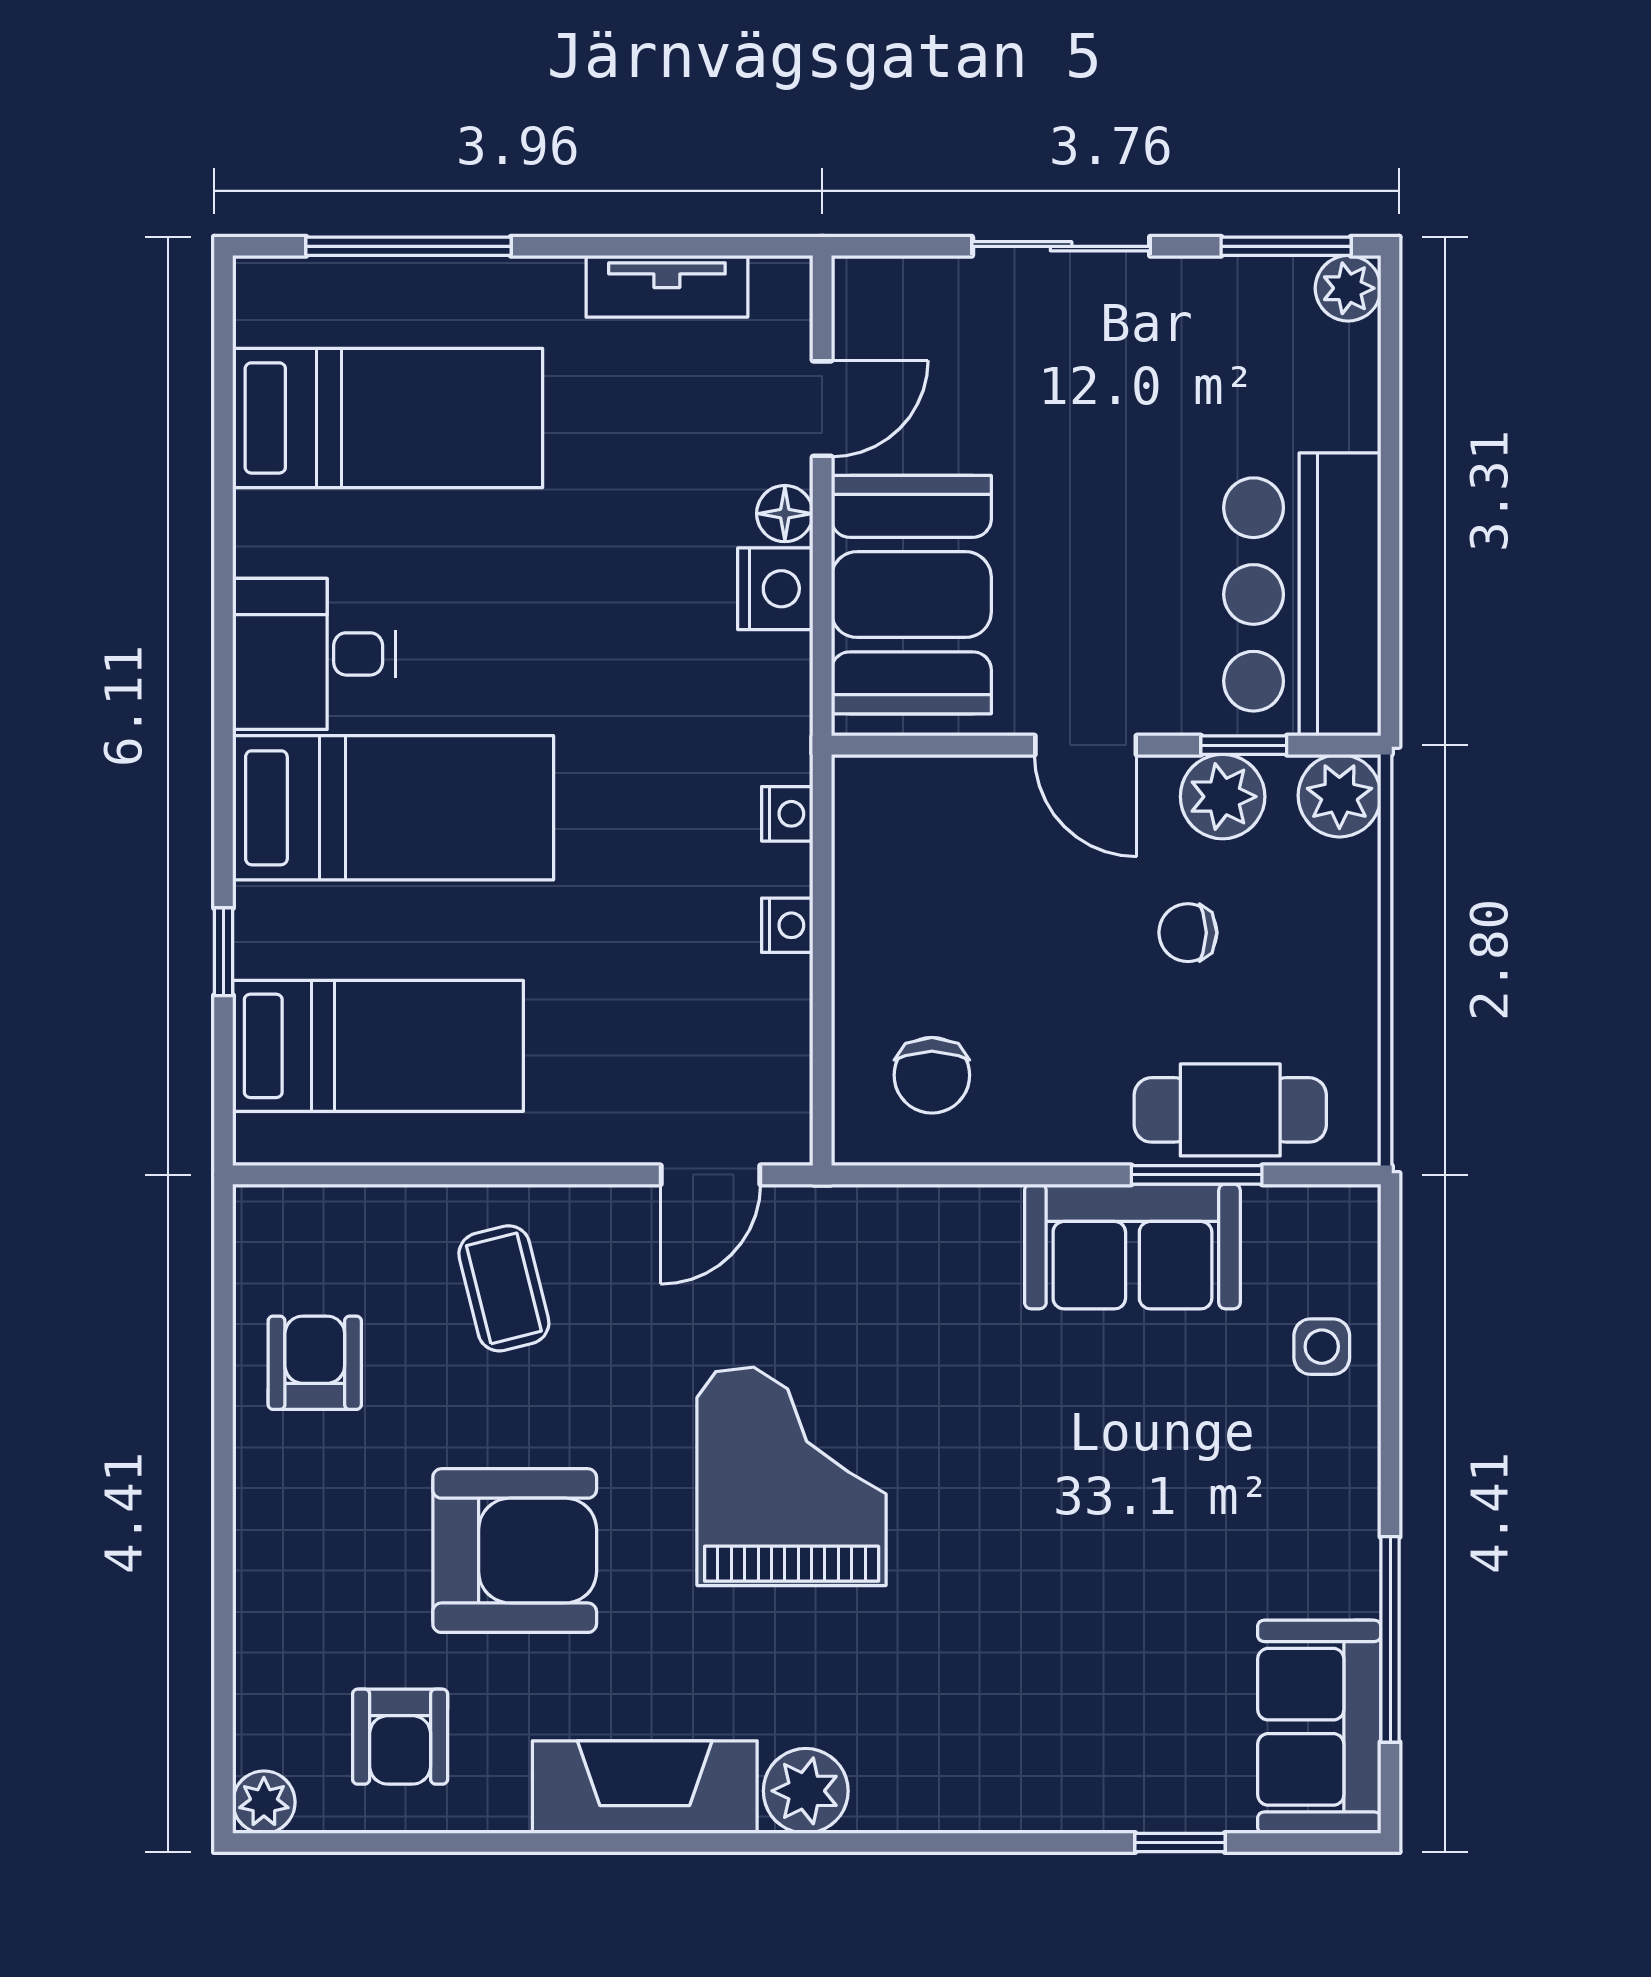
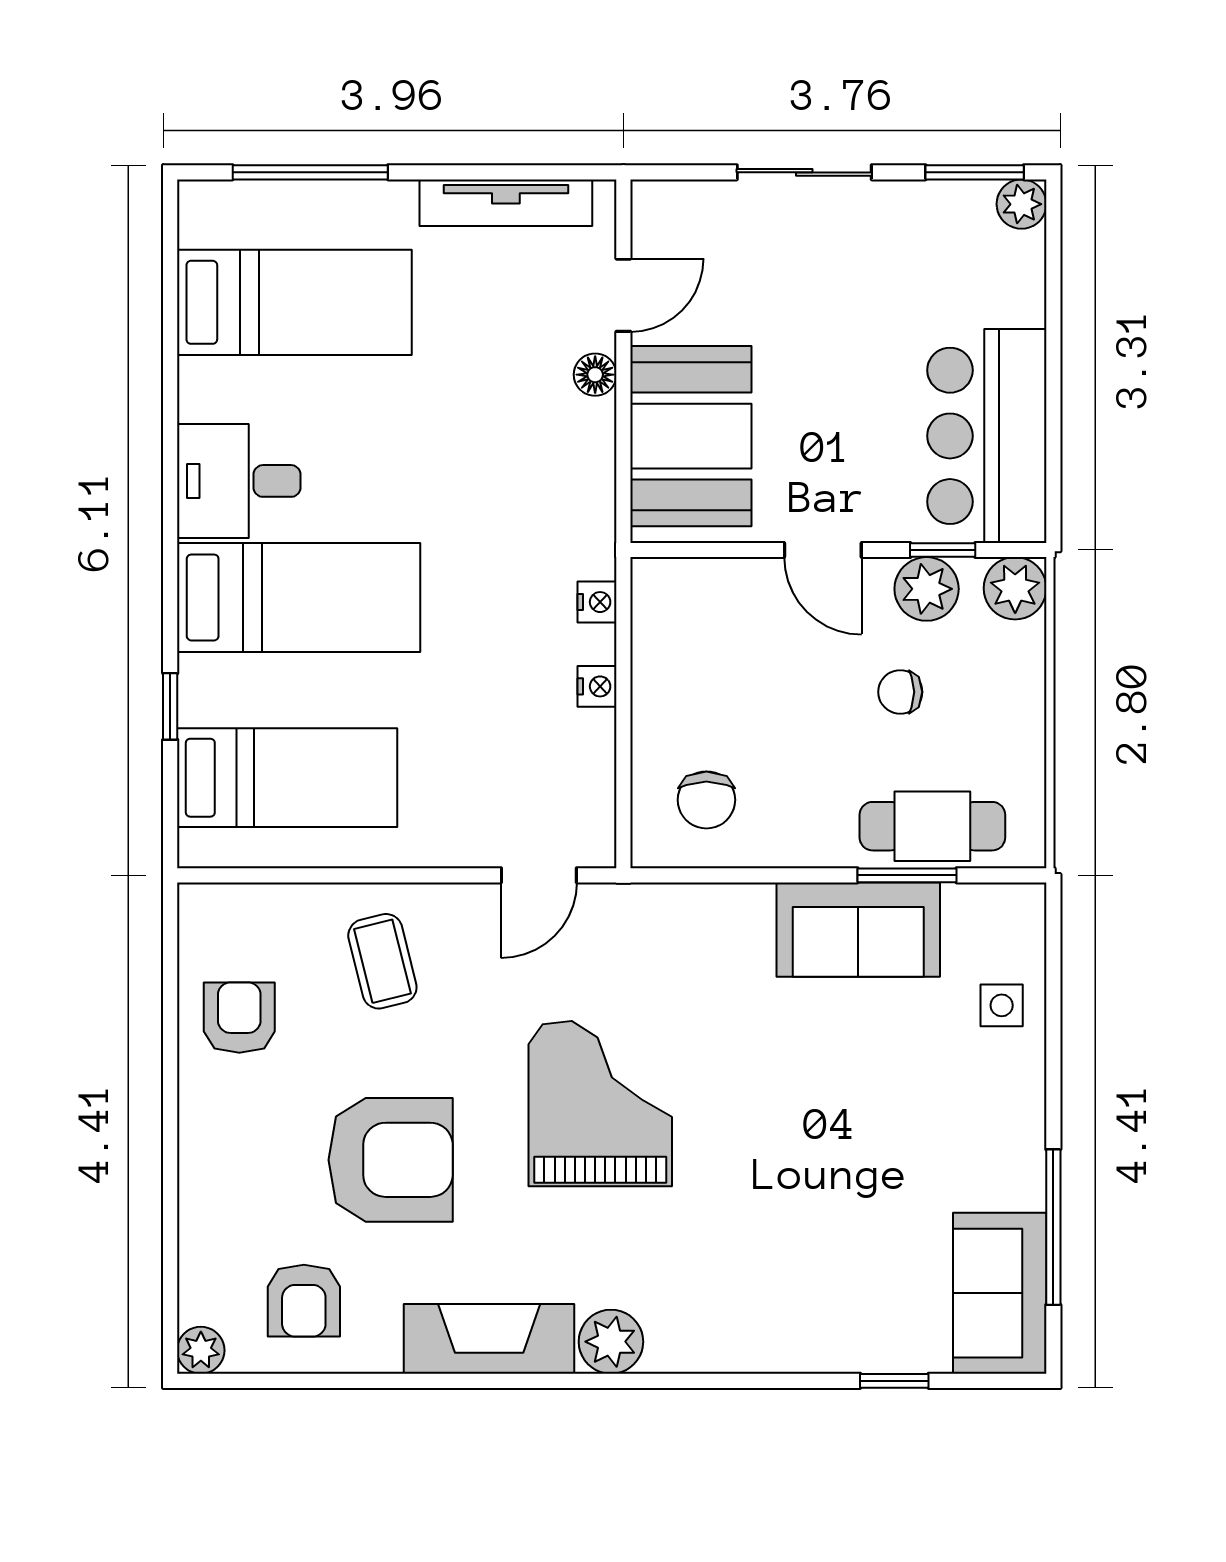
tv unit: (667, 286) -> (506, 203), width x1.41
nightstand: (775, 589) -> (588, 432), removed

